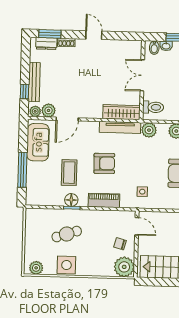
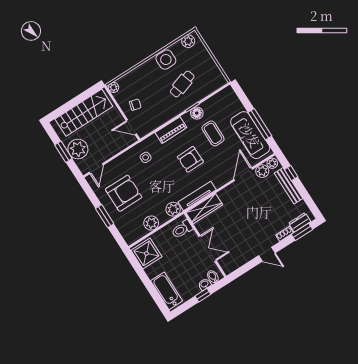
sofa: (38, 142) -> (250, 135), width x1.36
window: (22, 170) -> (260, 124), moved
plant: (124, 267) -> (113, 87), width x0.53, depth x0.53

